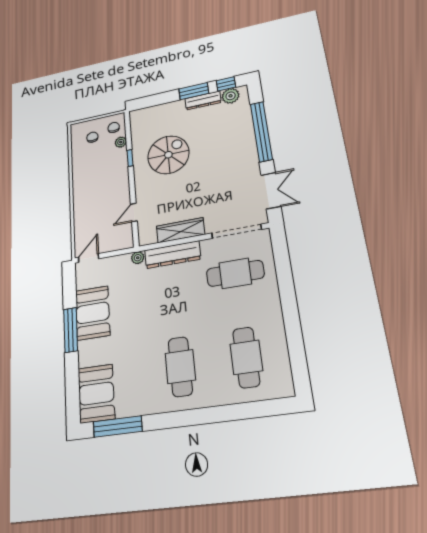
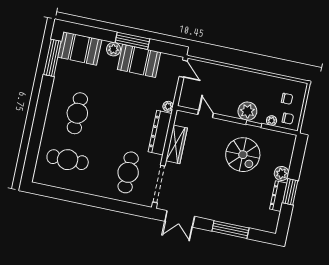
window: (226, 84) -> (285, 218), removed
plant: (231, 96) -> (282, 173), moved
window: (261, 131) -> (230, 230), width x0.68
plant: (118, 170) -> (247, 111), added
plant: (86, 350) -> (113, 49), added
cafe table: (180, 367) -> (77, 113), turned 90

